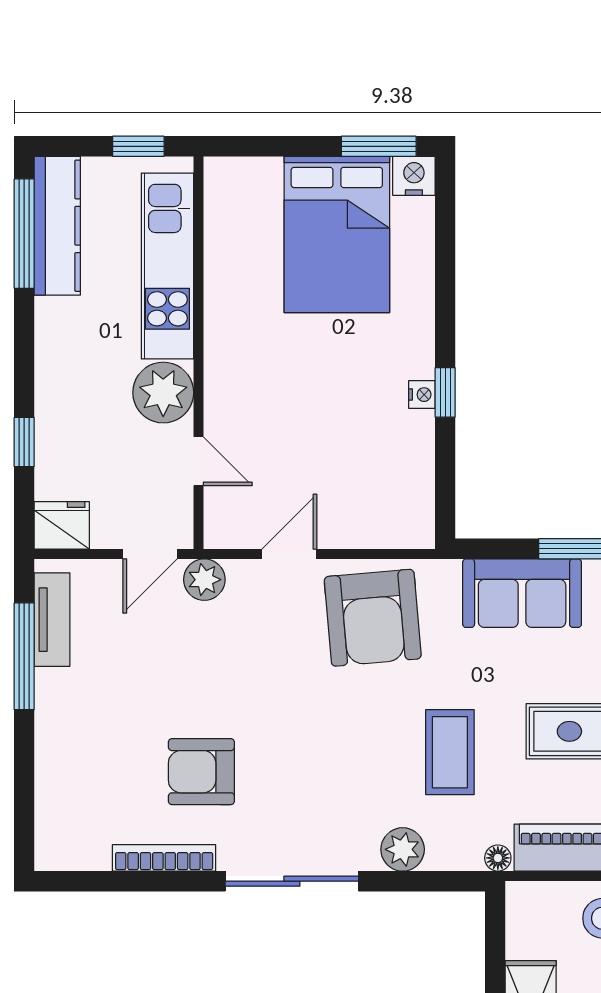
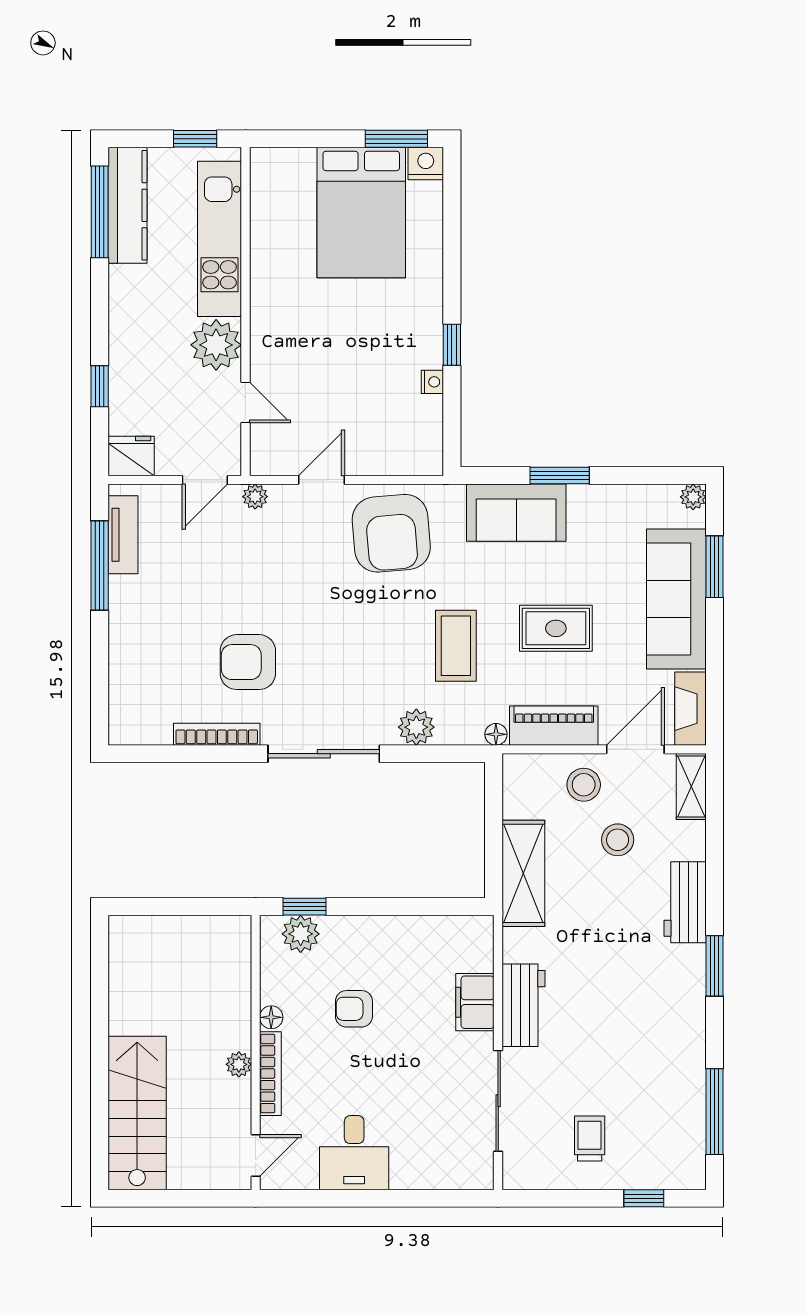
nightstand: (422, 395) -> (432, 382), moved
plant: (204, 580) -> (255, 497), width x0.73, depth x0.73

